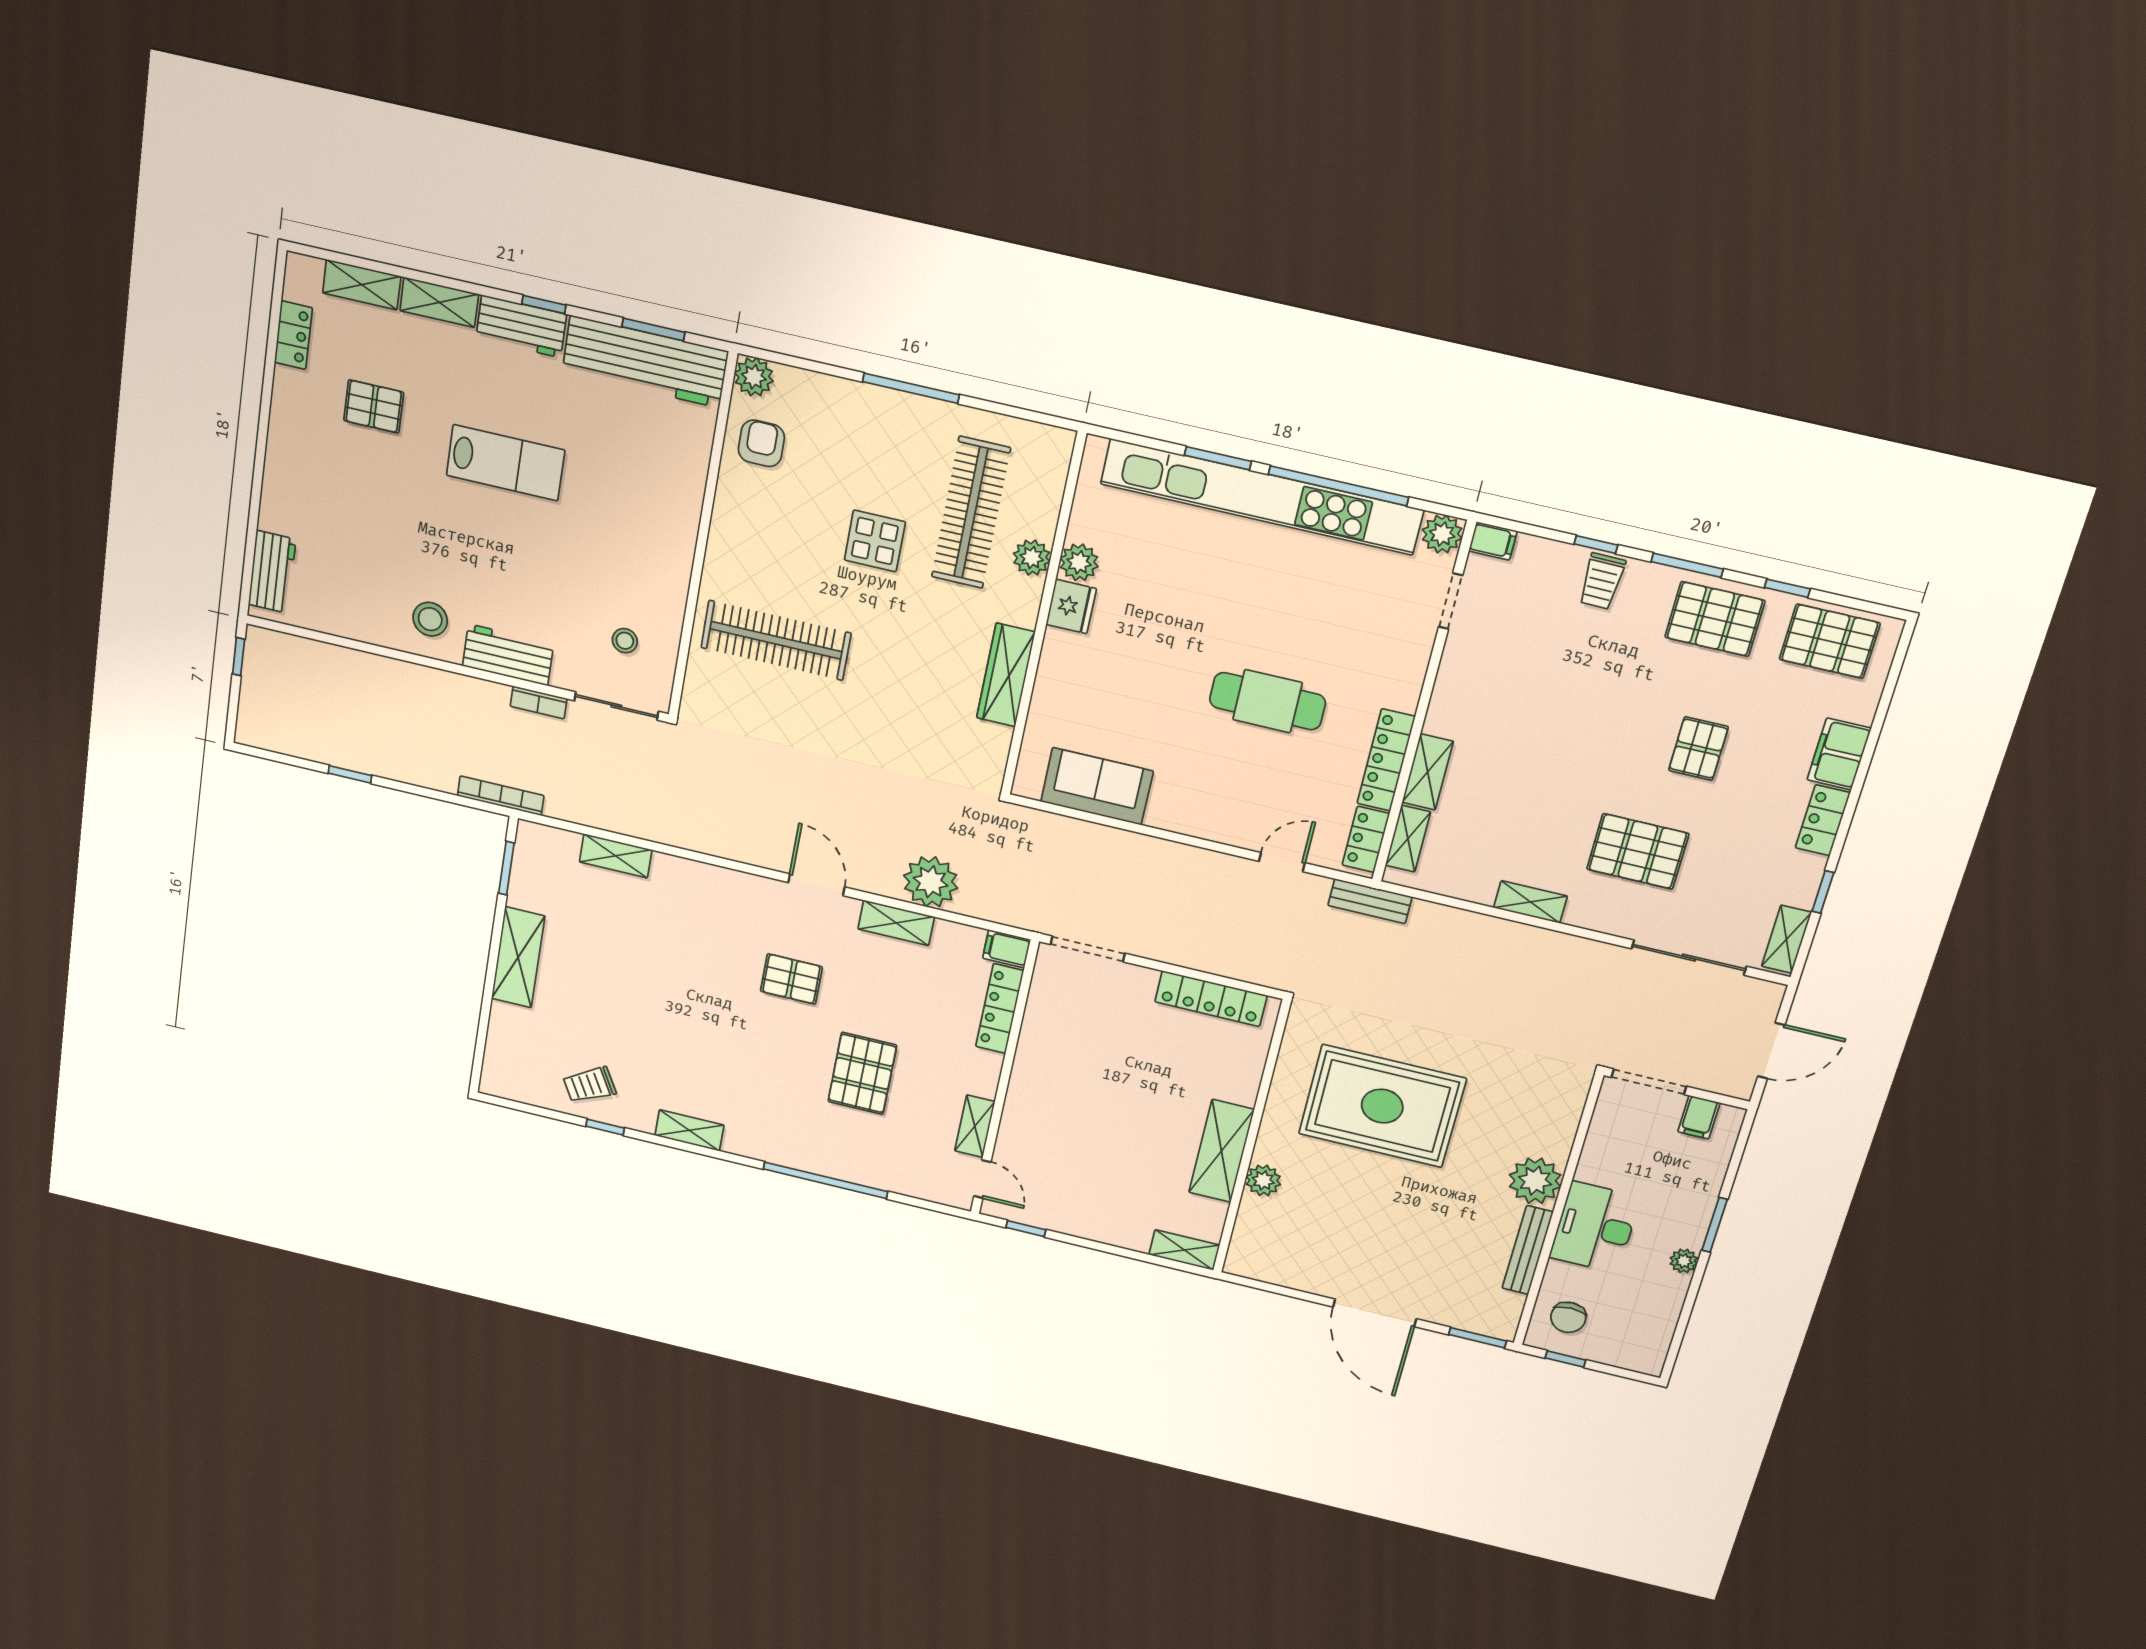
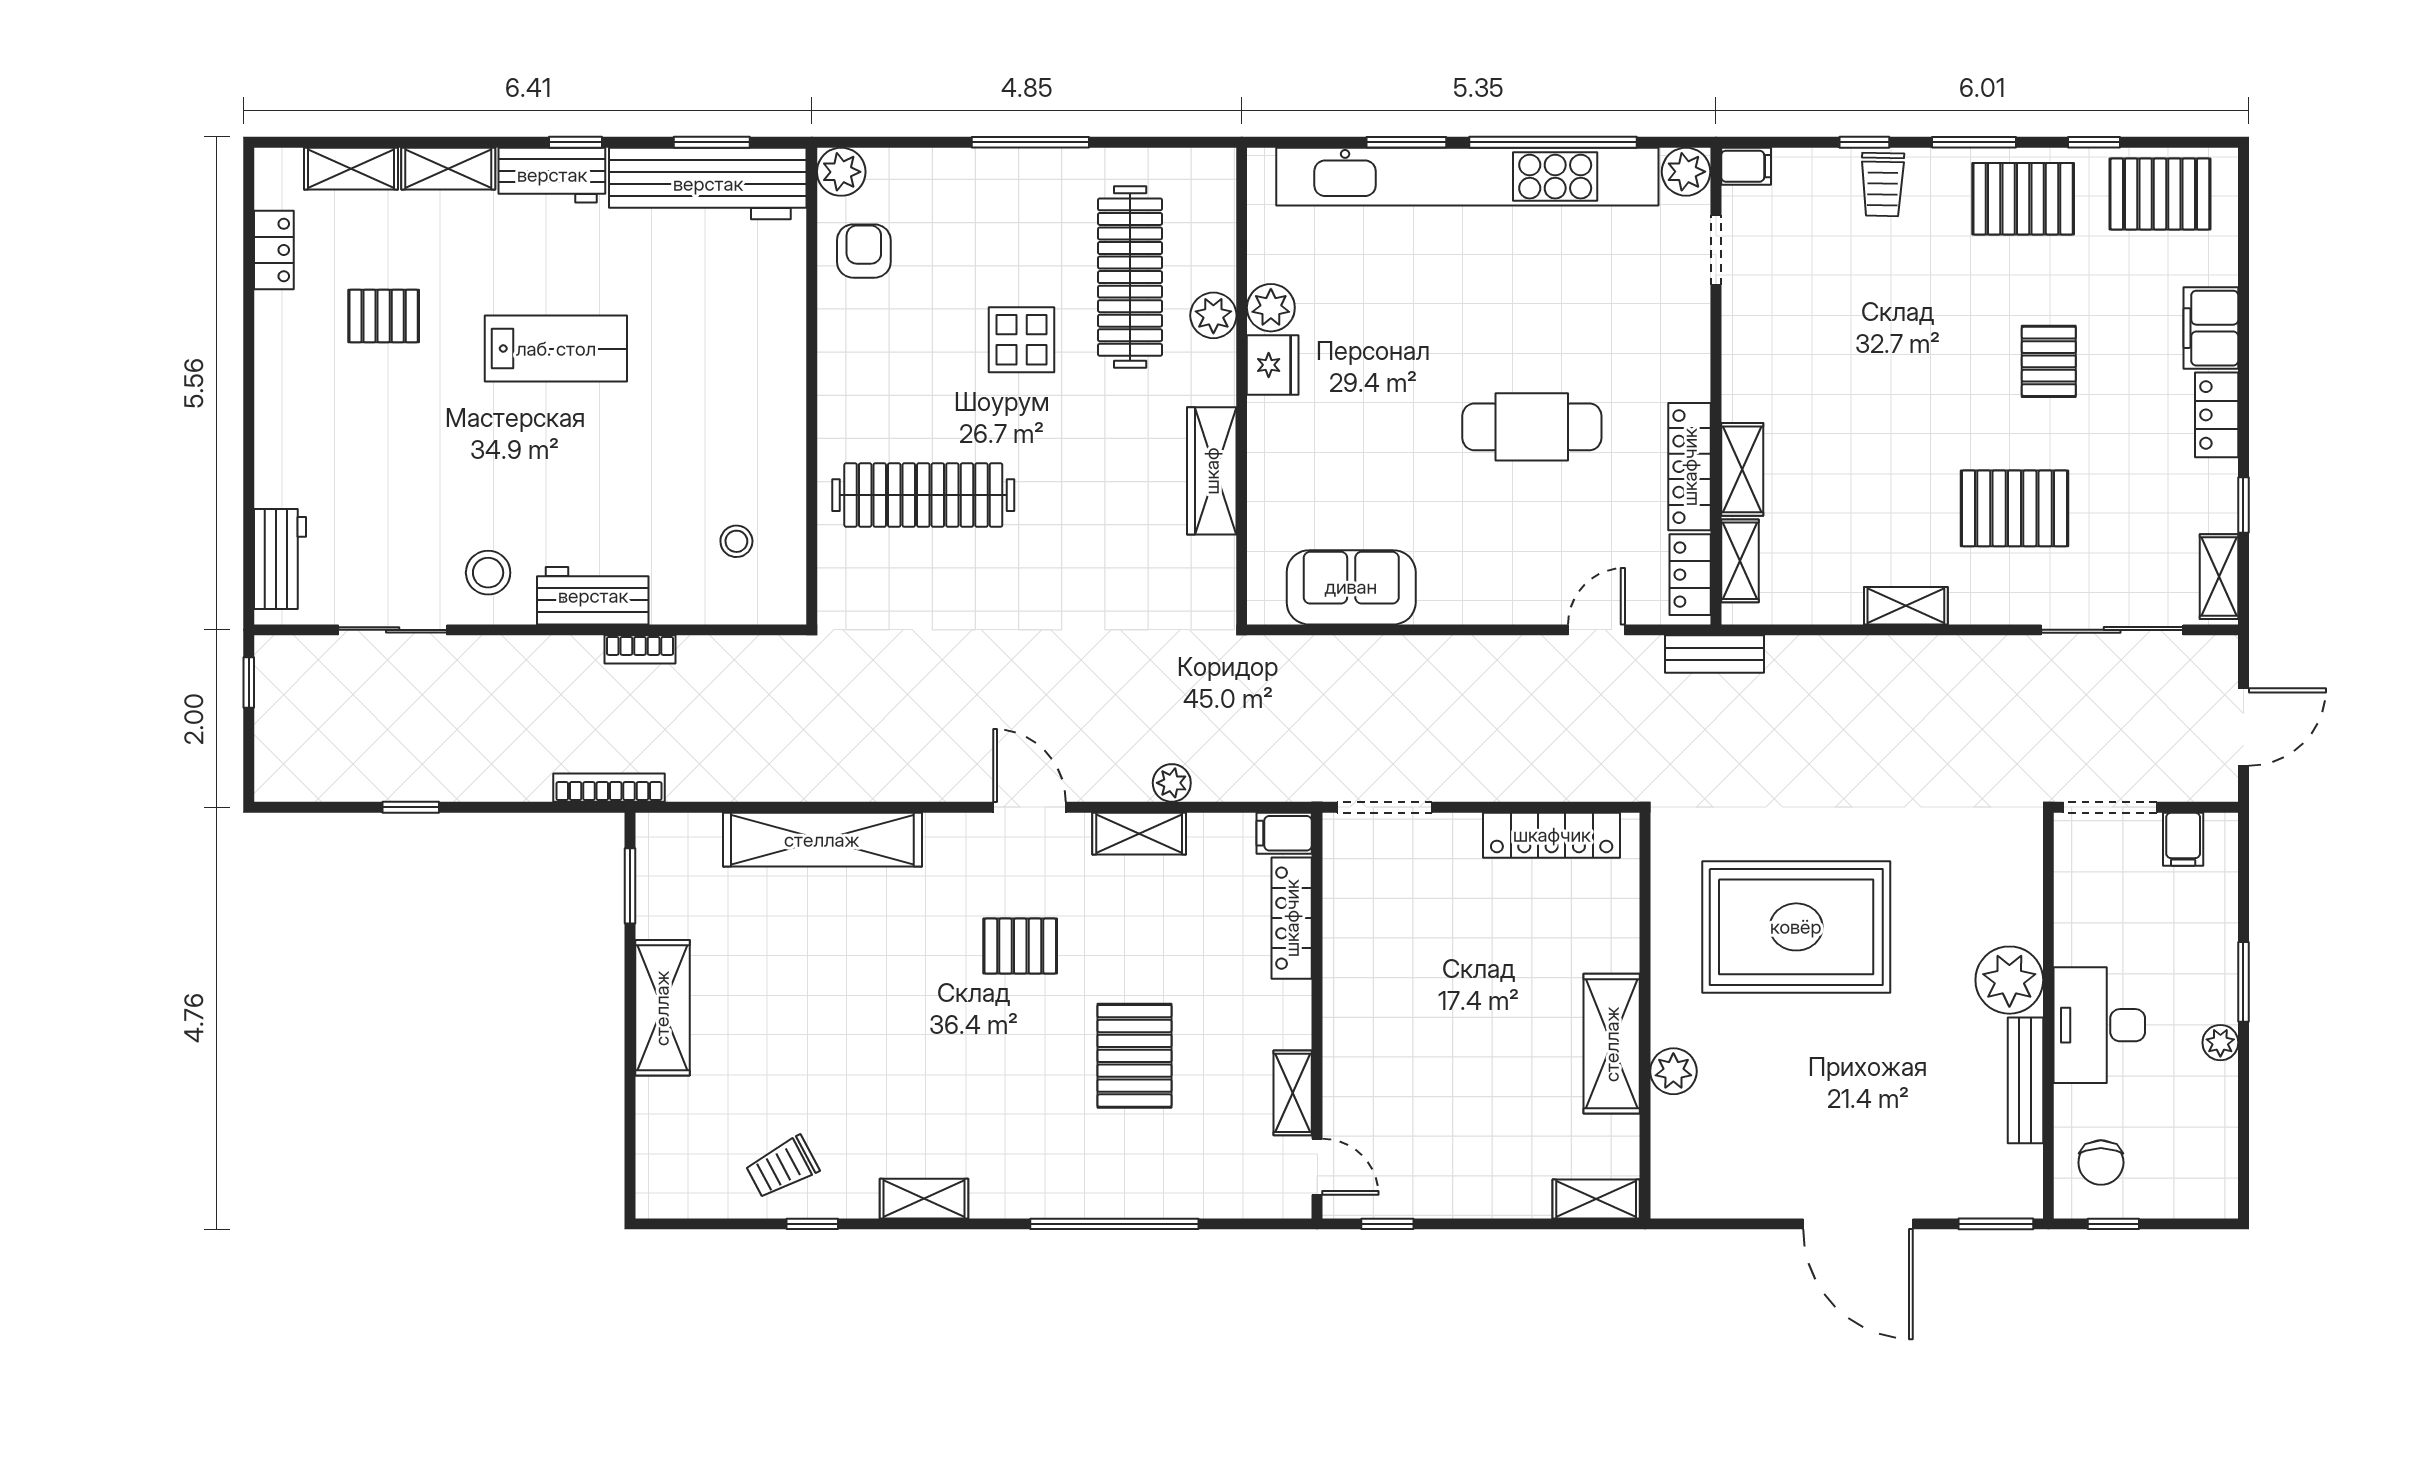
sliding door: (616, 706) -> (393, 630), moved
shelving: (616, 856) -> (822, 840), width x2.20, depth x1.33
plant: (931, 882) -> (1172, 783), width x0.53, depth x0.53

